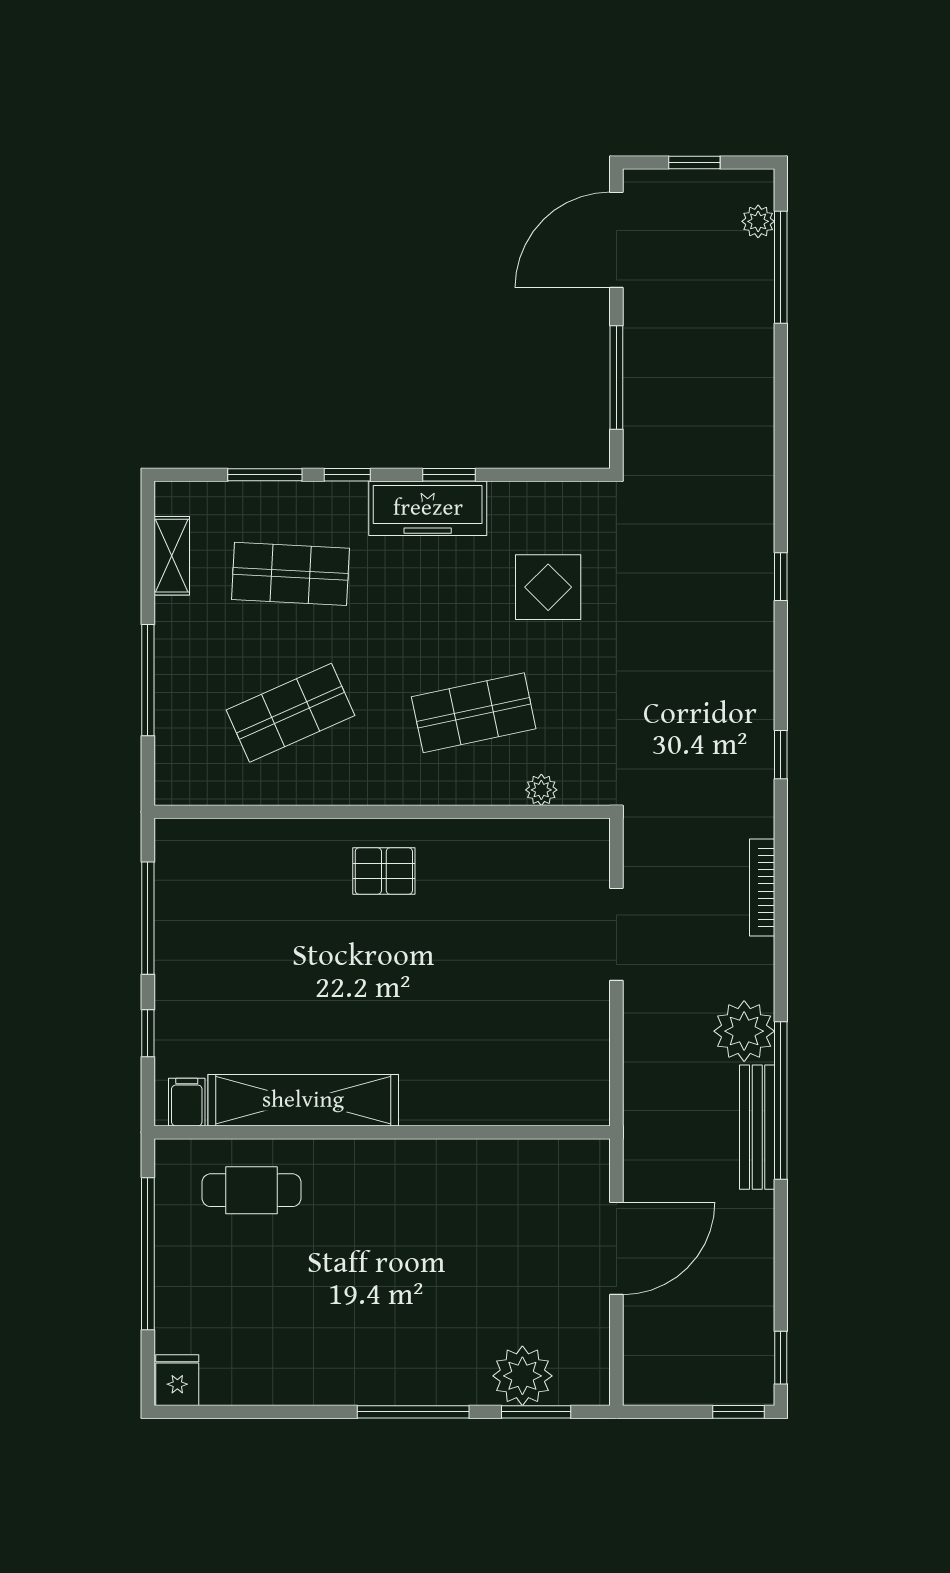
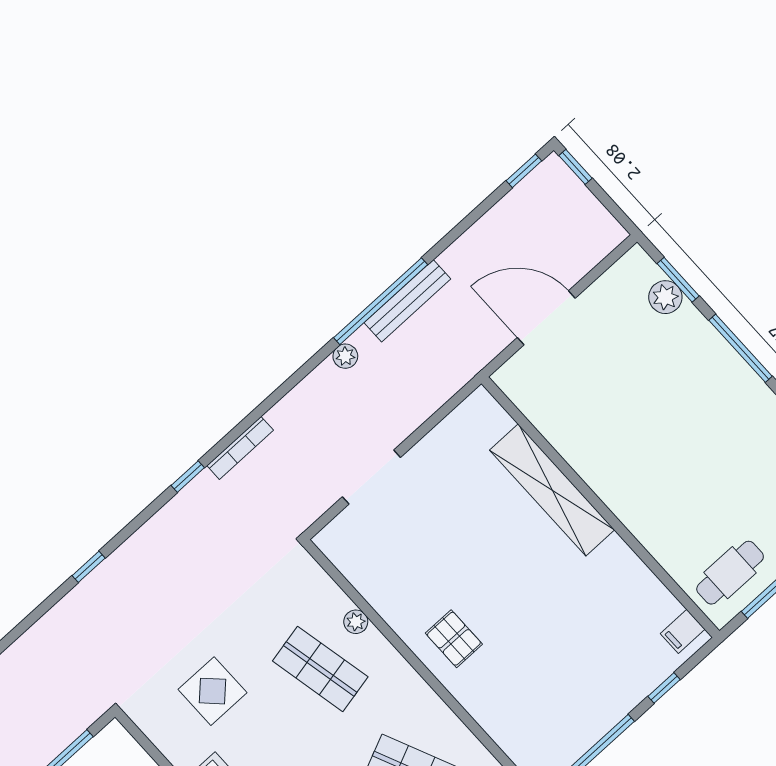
plant: (541, 790) -> (356, 622), moved
bookcase: (762, 888) -> (240, 448), moved
plant: (744, 1031) -> (345, 356), width x0.53, depth x0.53
shelving: (303, 1100) -> (552, 490), moved
cafe table: (252, 1190) -> (730, 573), moved, turned 90
plant: (522, 1376) -> (665, 297), width x0.73, depth x0.73

